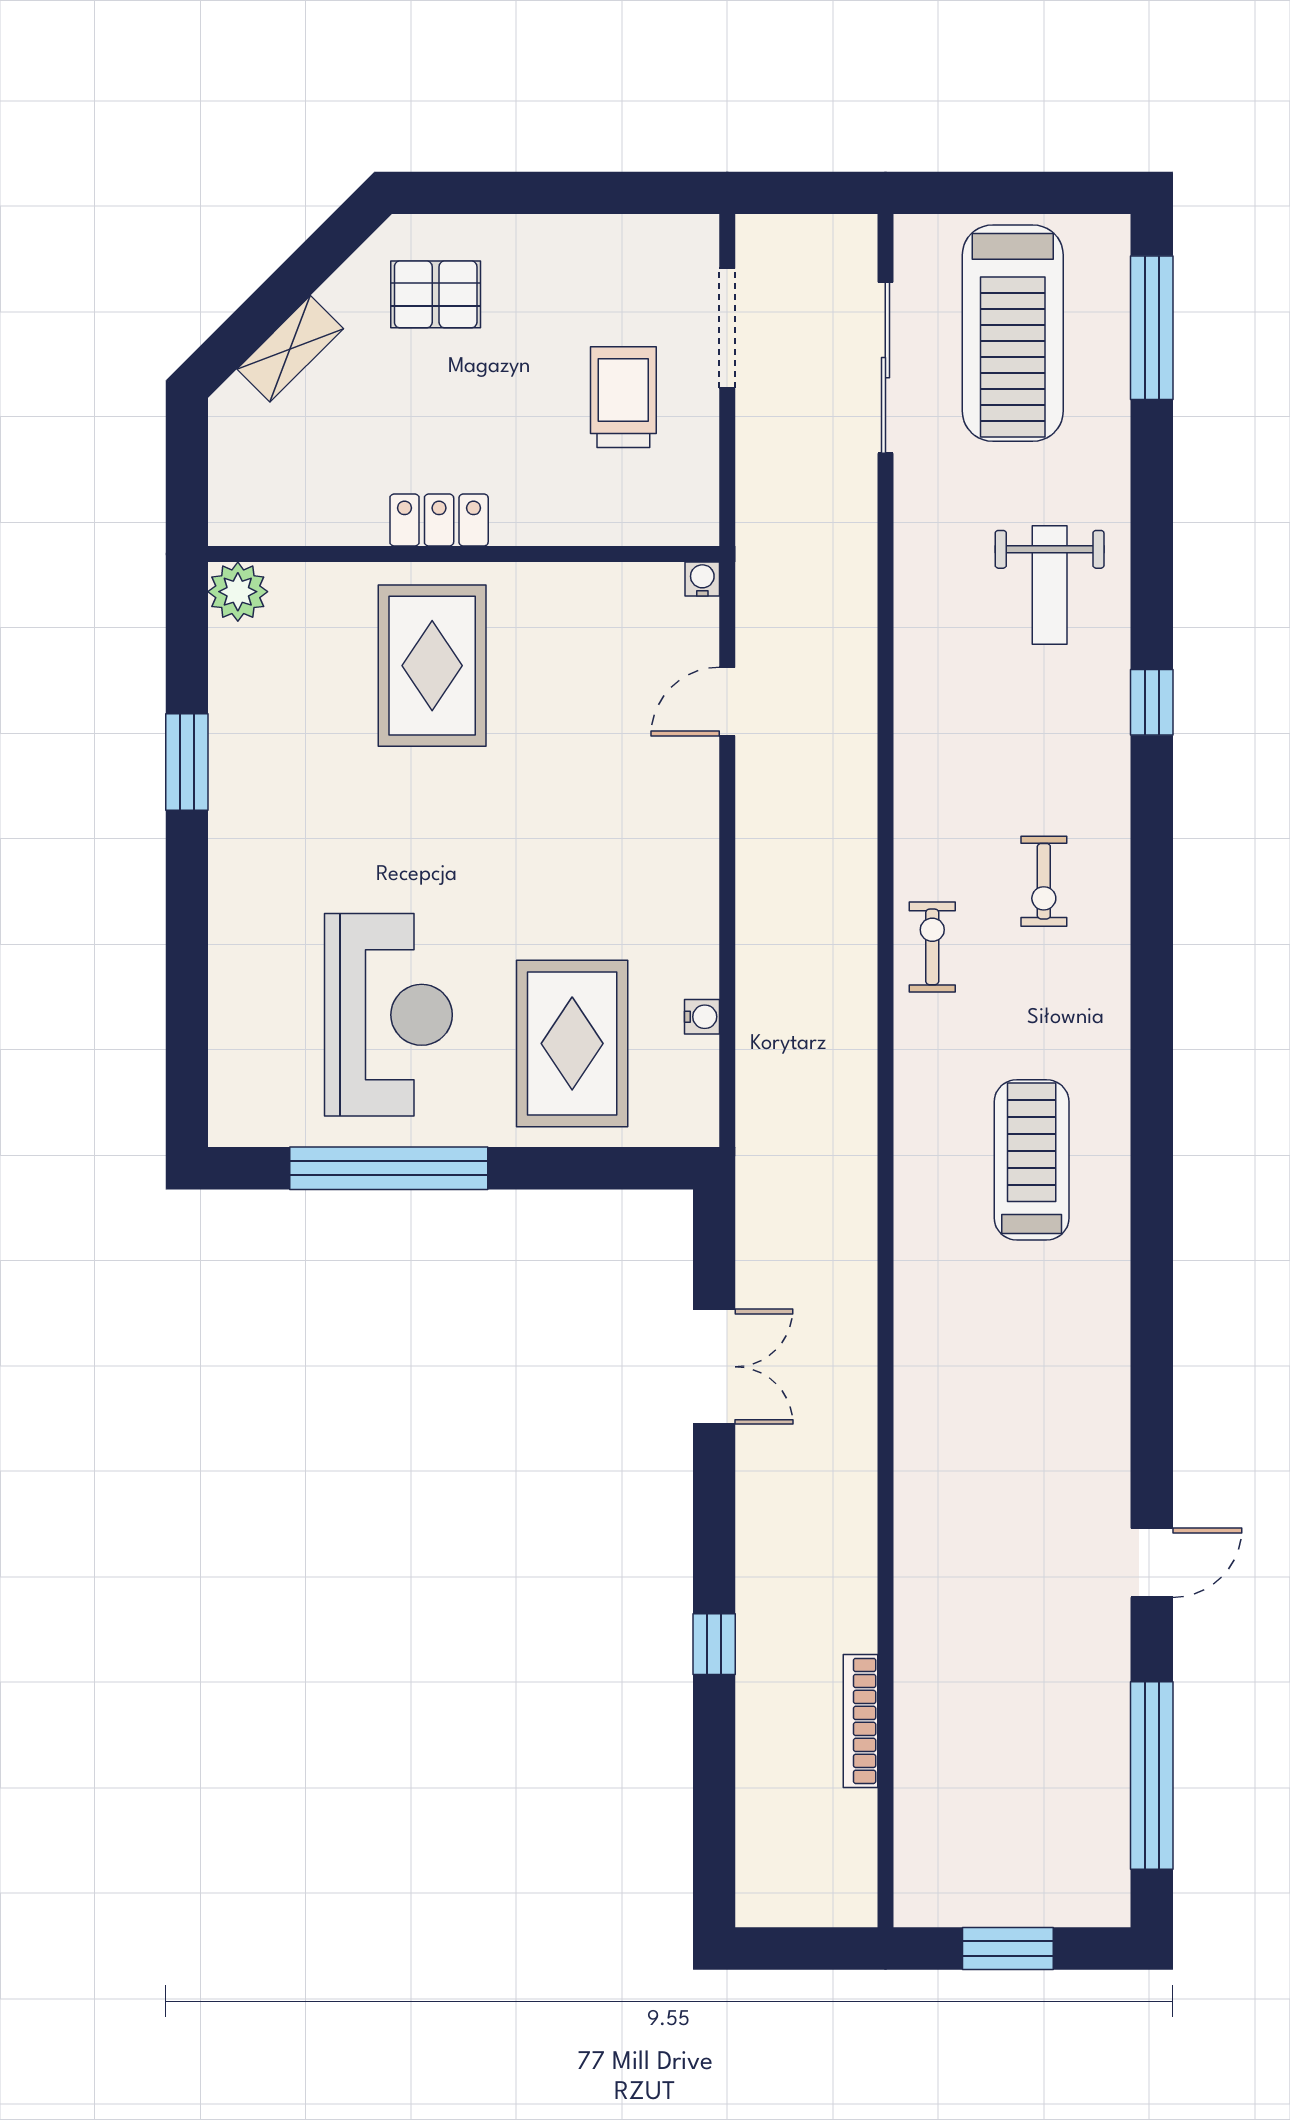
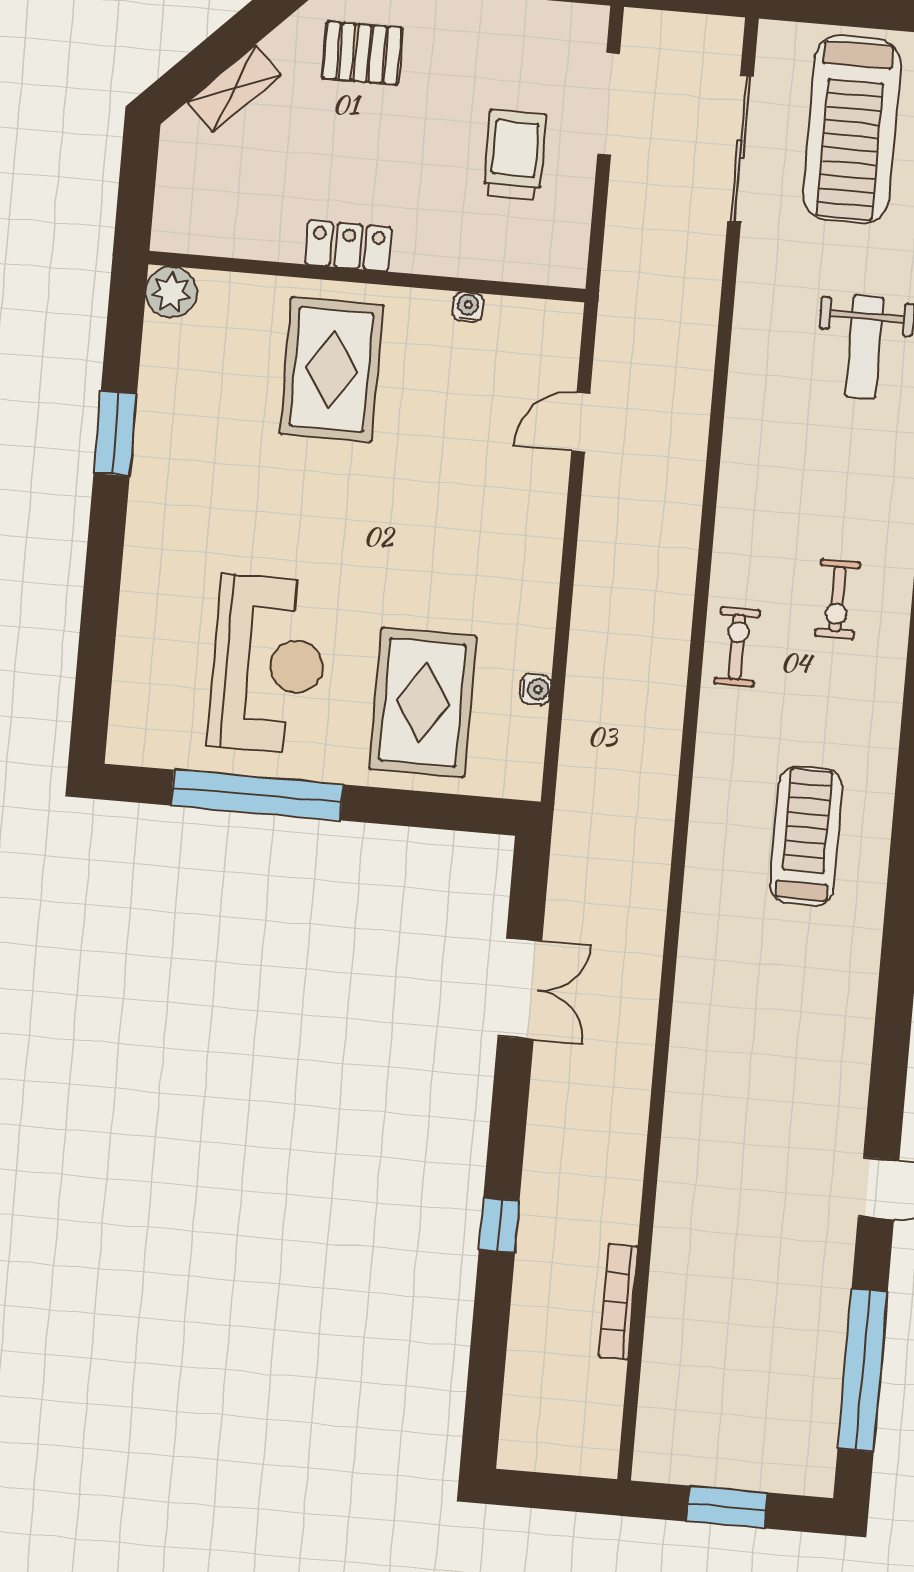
water cooler: (702, 579) -> (468, 307), moved

